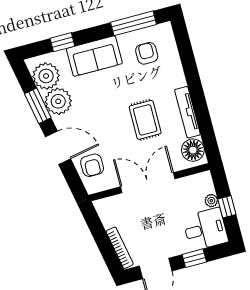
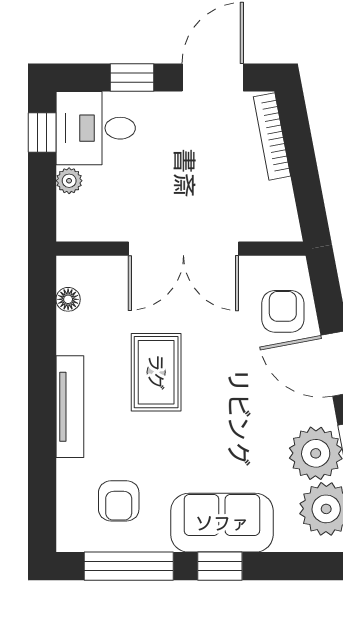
window: (62, 42) -> (220, 566), moved
tv unit: (187, 112) -> (70, 407), moved
floor lamp: (193, 150) -> (68, 299), width x0.53, depth x0.53
window: (227, 207) -> (42, 132), moved

